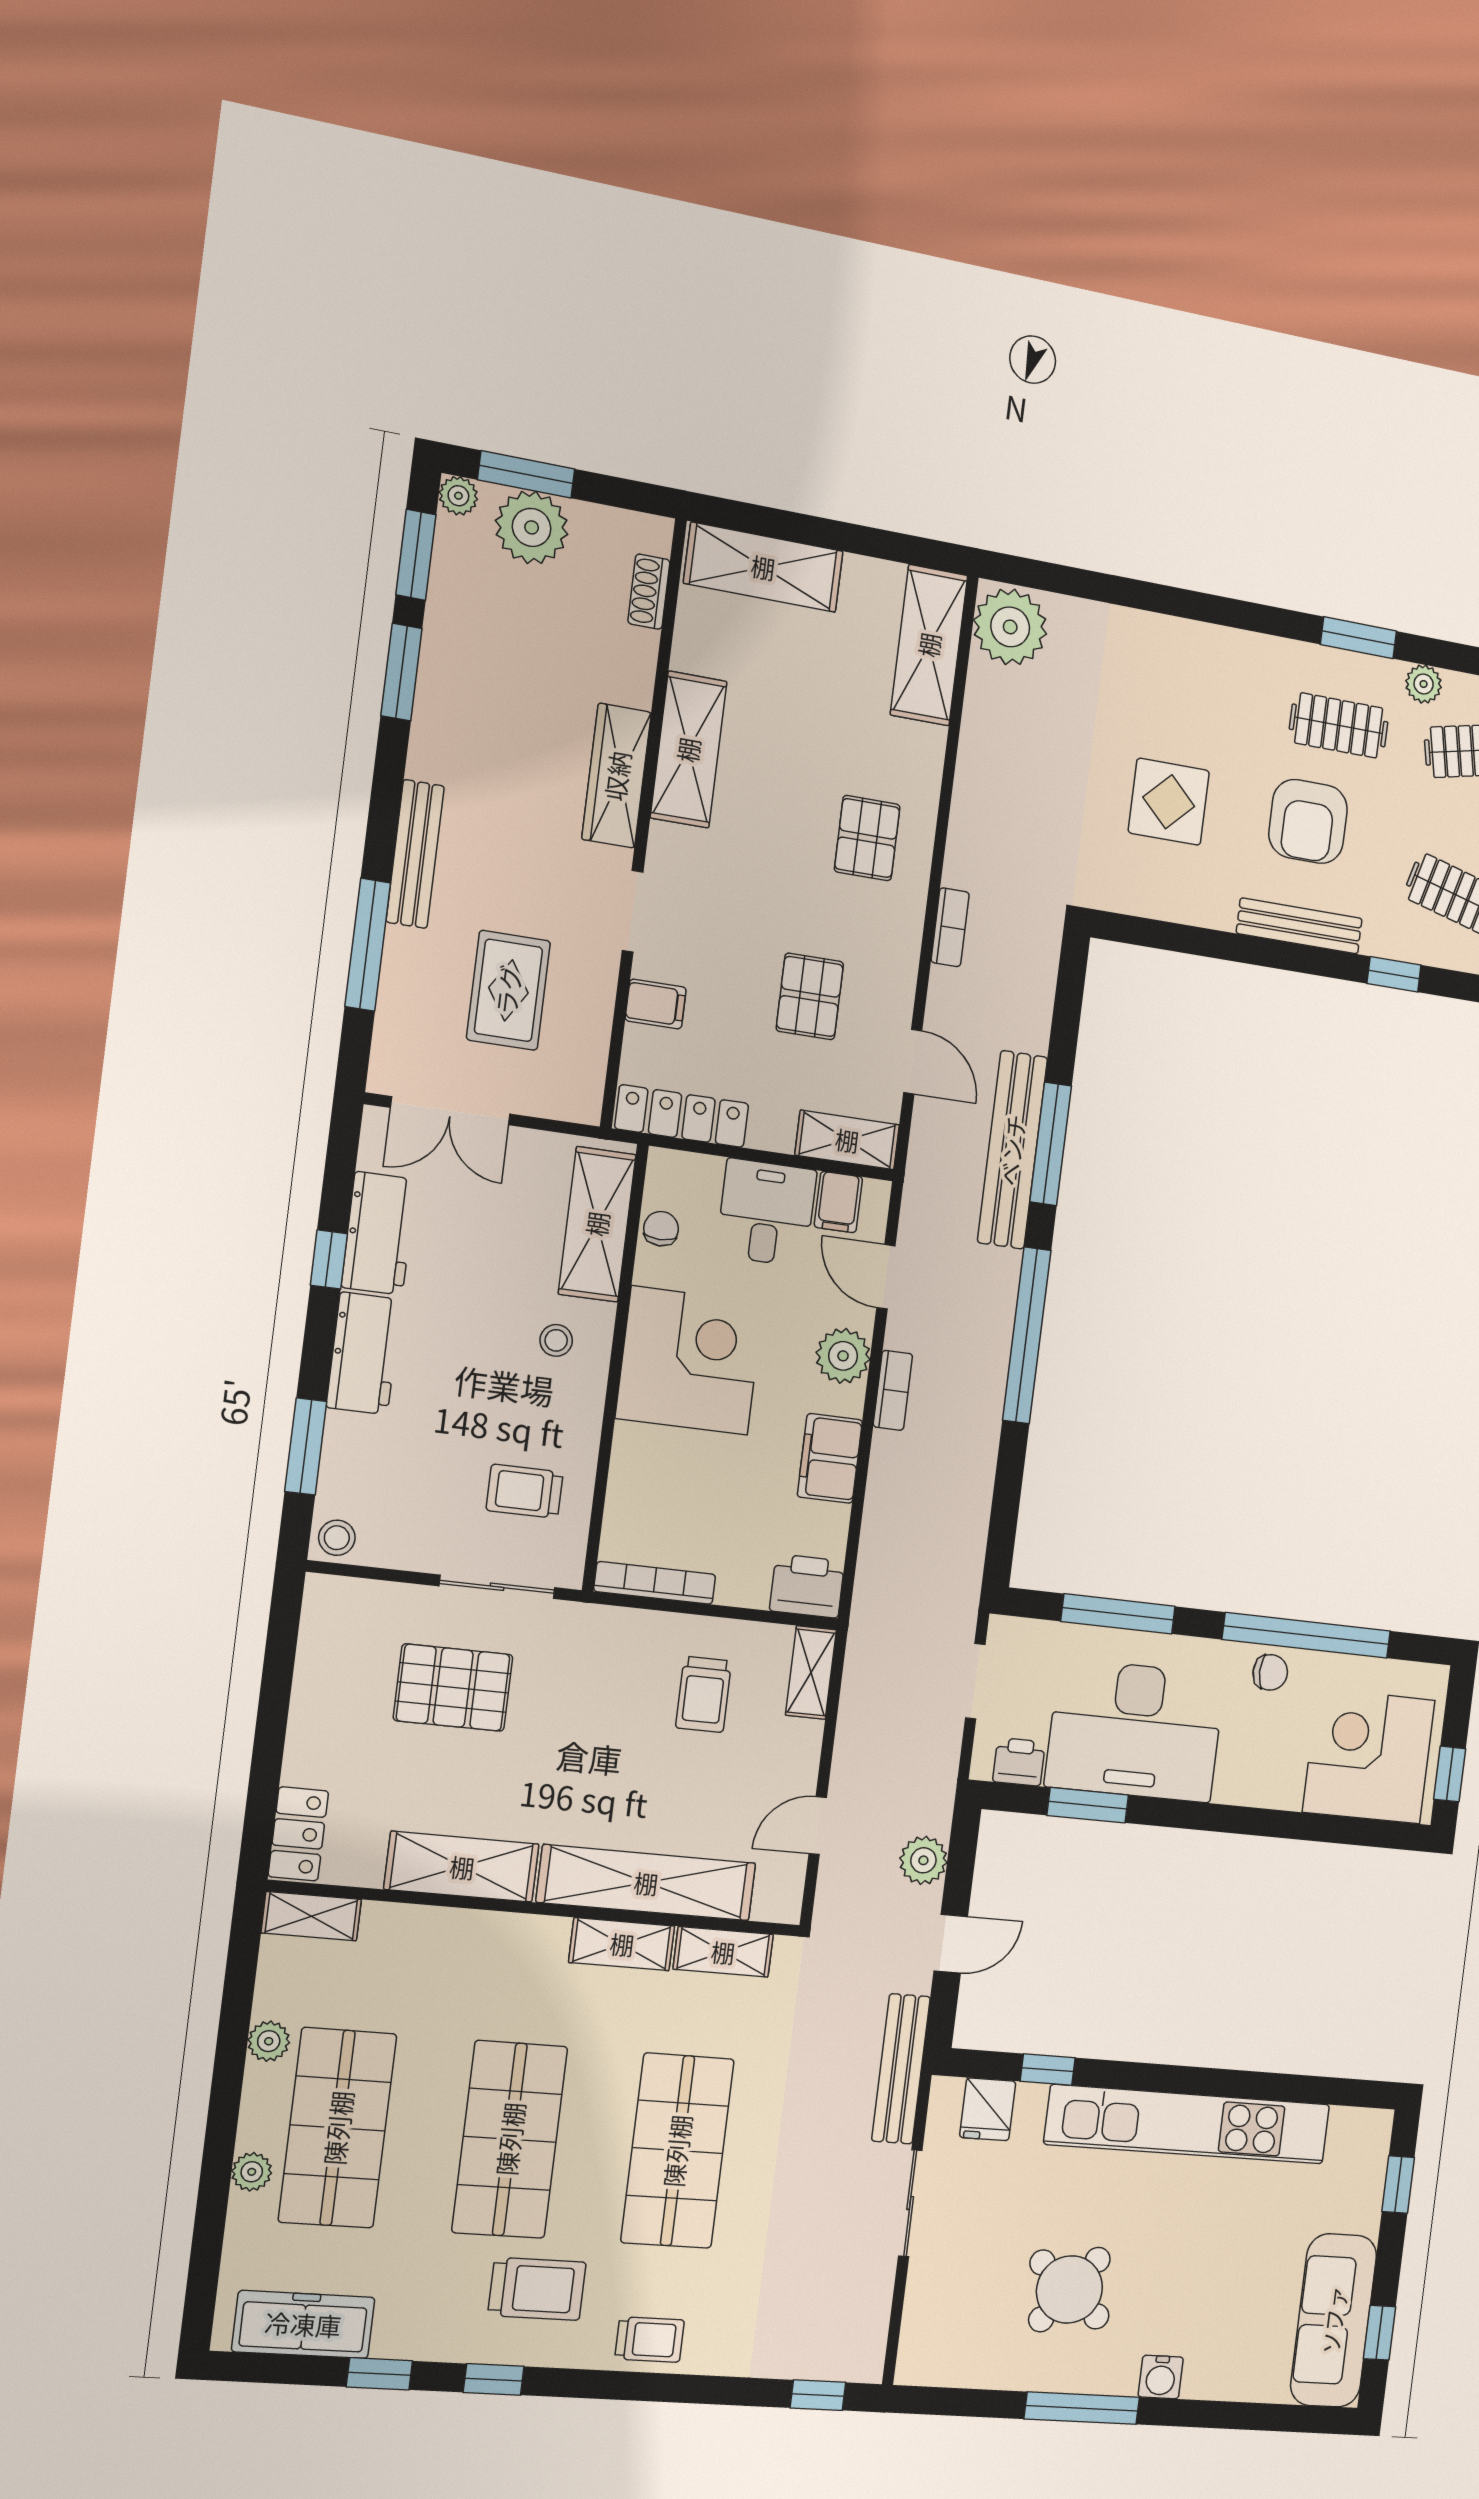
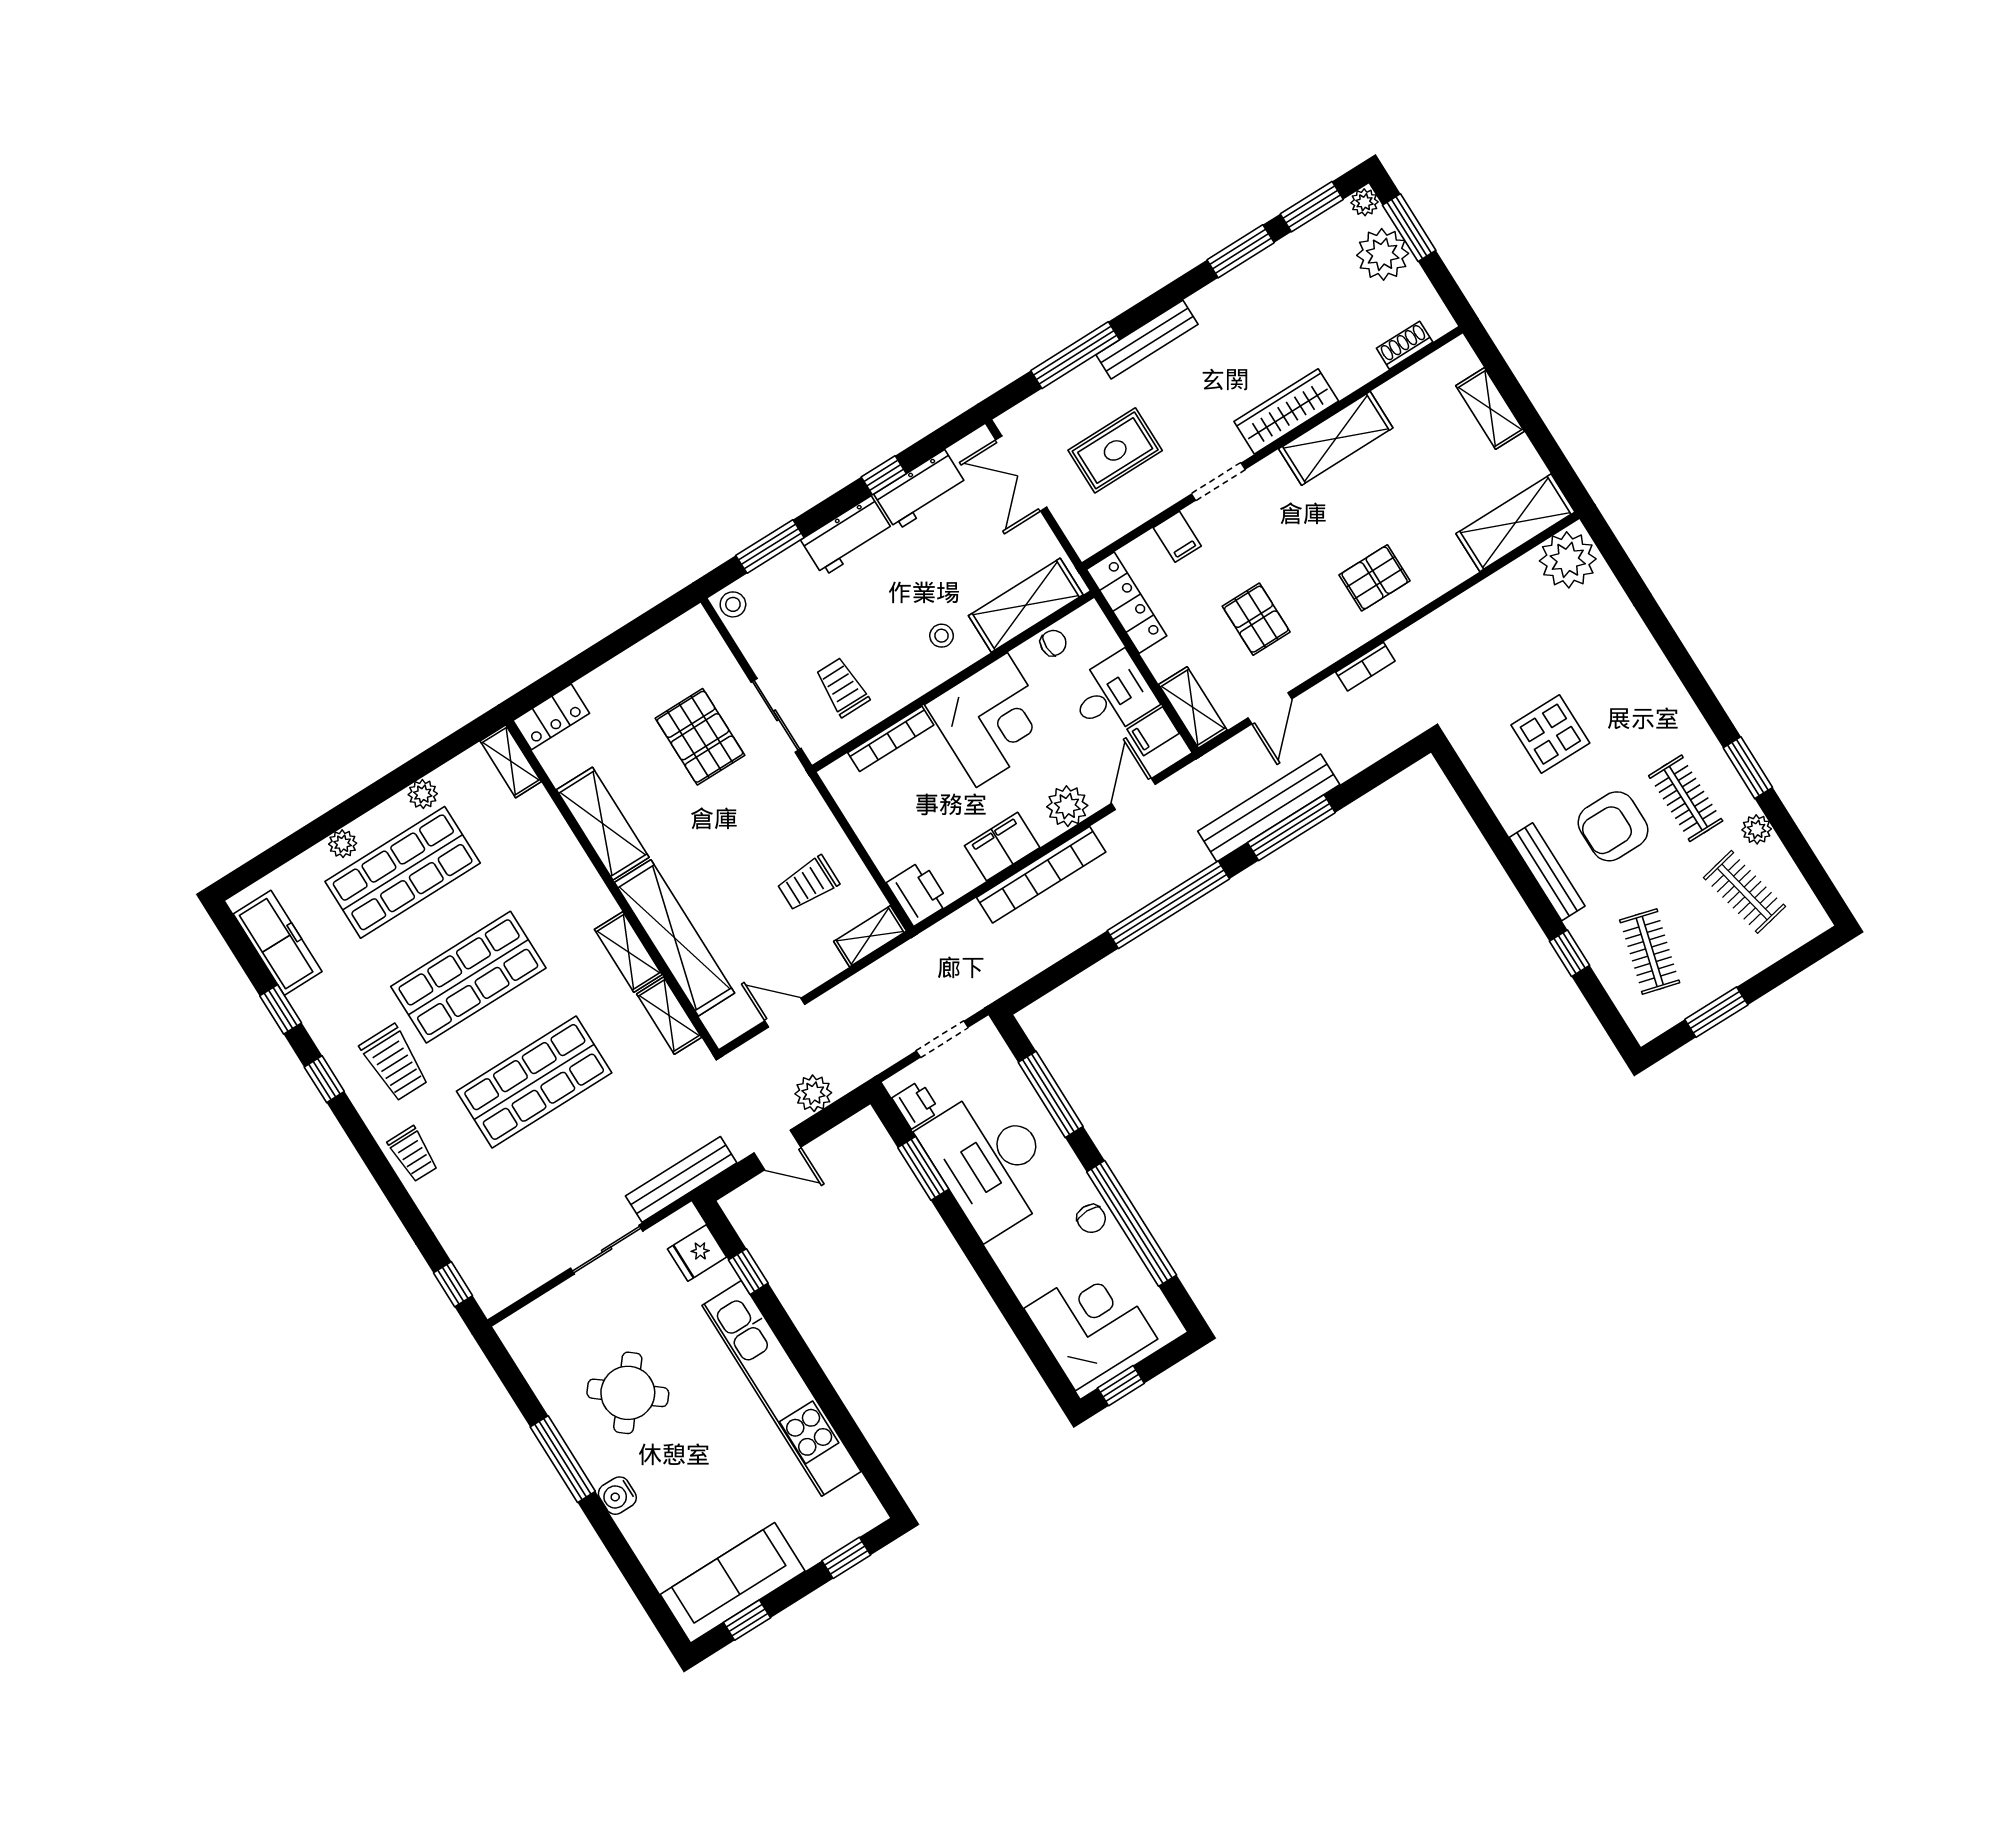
shelving: (763, 567) -> (1490, 409), width x0.67, depth x0.75
pallet: (810, 996) -> (1256, 619), turned 90
bookcase: (893, 1390) -> (1041, 875), width x2.31, depth x1.31
bookcase: (655, 1583) -> (891, 739), moved, turned 90

